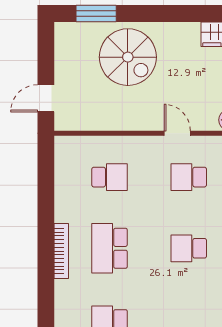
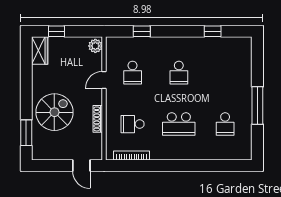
shoe rack: (117, 124) -> (98, 119), added
school desk: (110, 177) -> (133, 124), turned -90
bookcase: (61, 251) -> (132, 155), moved

